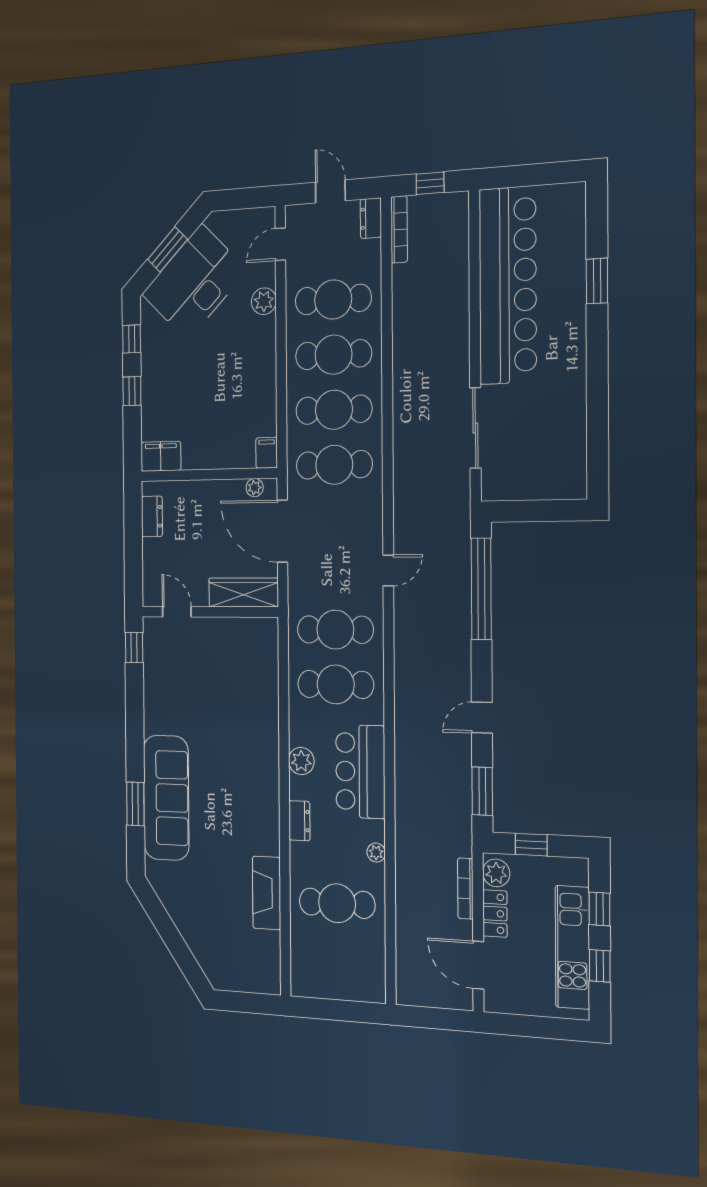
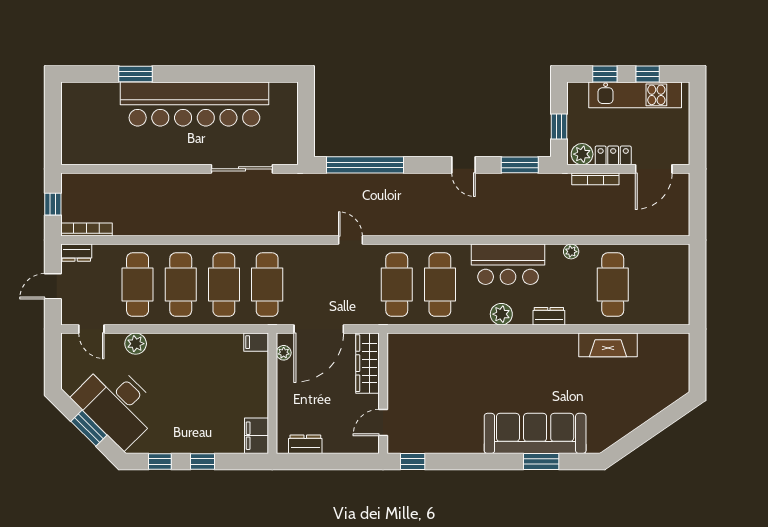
bar counter: (508, 286) -> (194, 104), moved, turned 180

